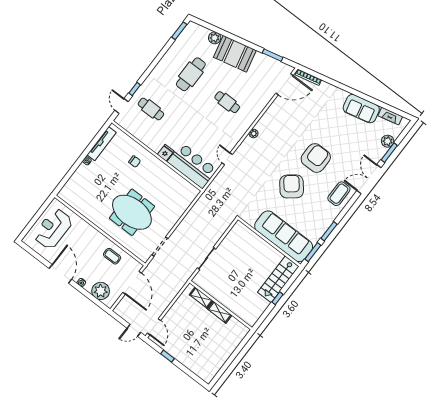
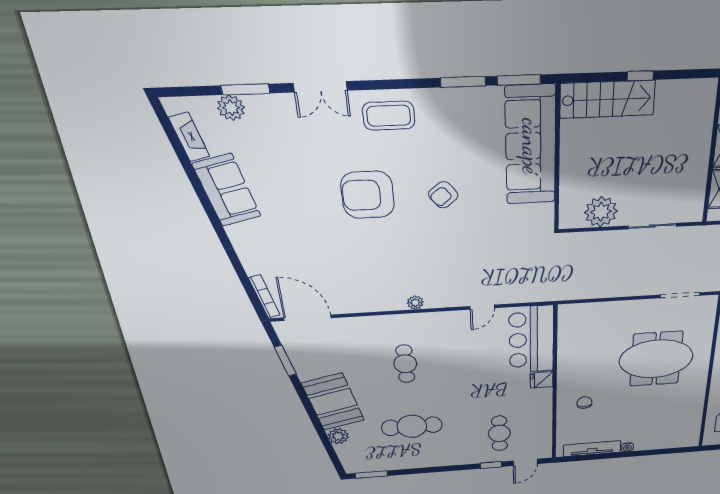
double door: (369, 179) -> (320, 87), width x0.73
armchair: (292, 186) -> (443, 195), width x0.53, depth x0.53
meeting table: (132, 212) -> (656, 359), turned 90
plant: (231, 242) -> (601, 212), added

